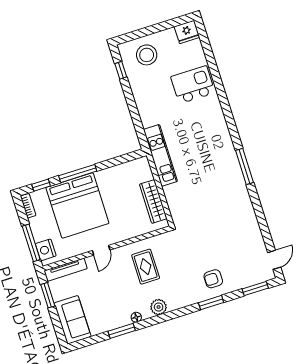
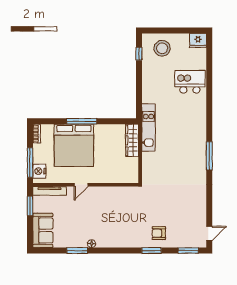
window: (41, 185) -> (51, 121), removed
wardrobe: (153, 201) -> (132, 140), moved
rug: (146, 267) -> (111, 208), removed
plant: (159, 307) -> (111, 241), removed

